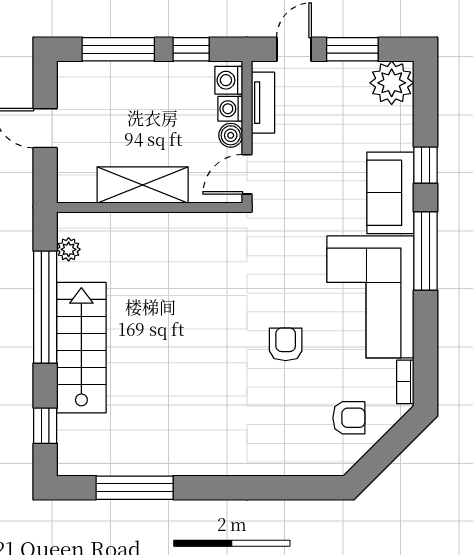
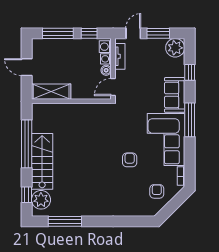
window: (426, 165) -> (190, 72), moved
shelving: (143, 185) -> (51, 92), moved
plant: (69, 249) -> (41, 200), moved, width x1.87, depth x1.87
armchair: (349, 418) -> (157, 191), turned -90

